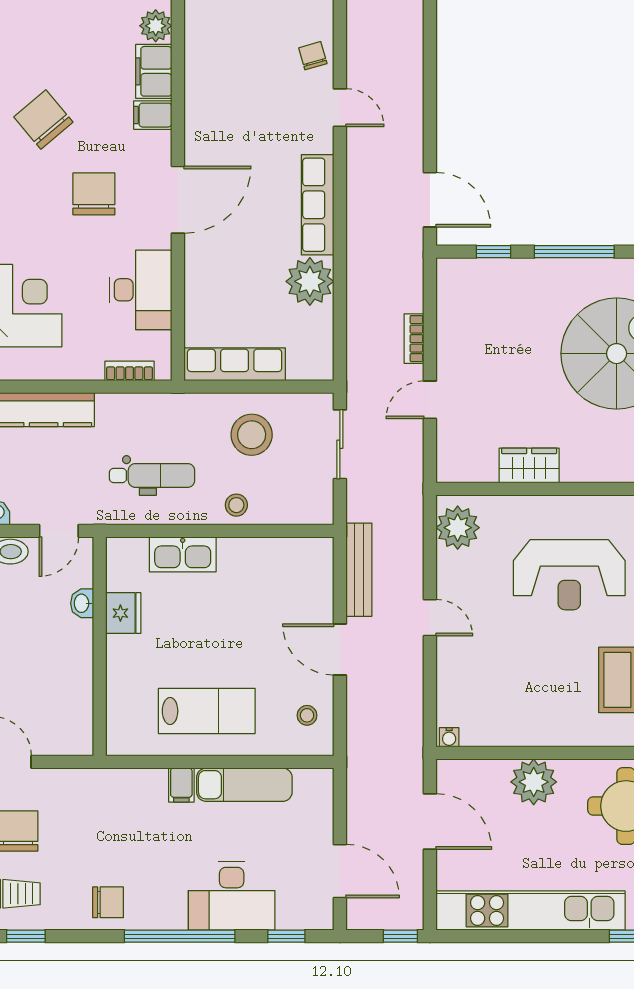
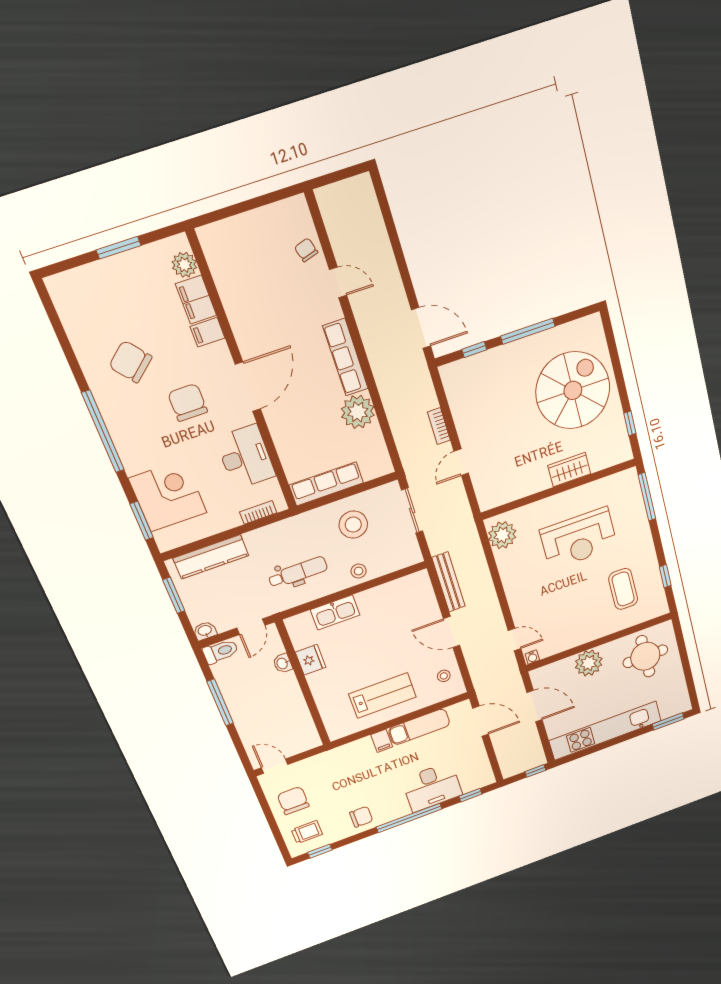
wardrobe: (529, 465) -> (569, 470), moved
door: (430, 618) -> (514, 640), moved
door: (340, 871) -> (481, 721), moved

